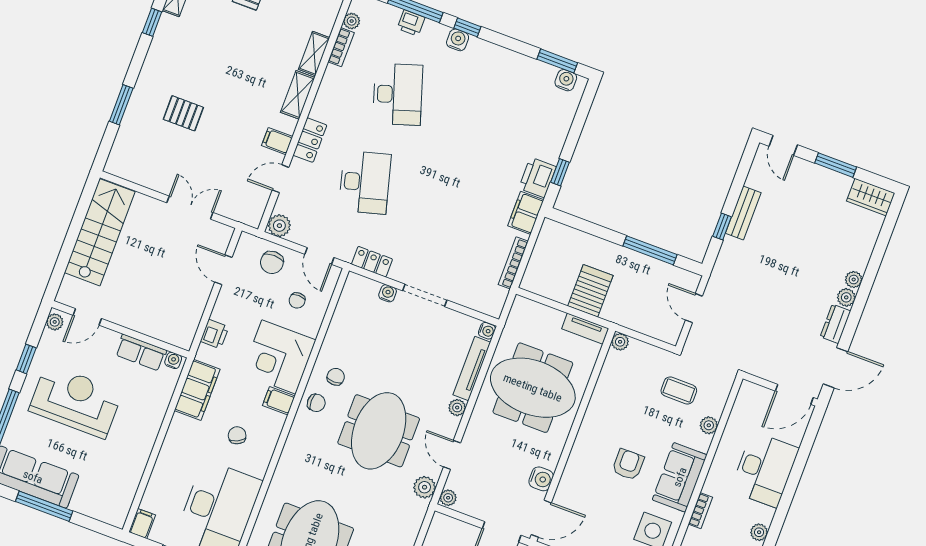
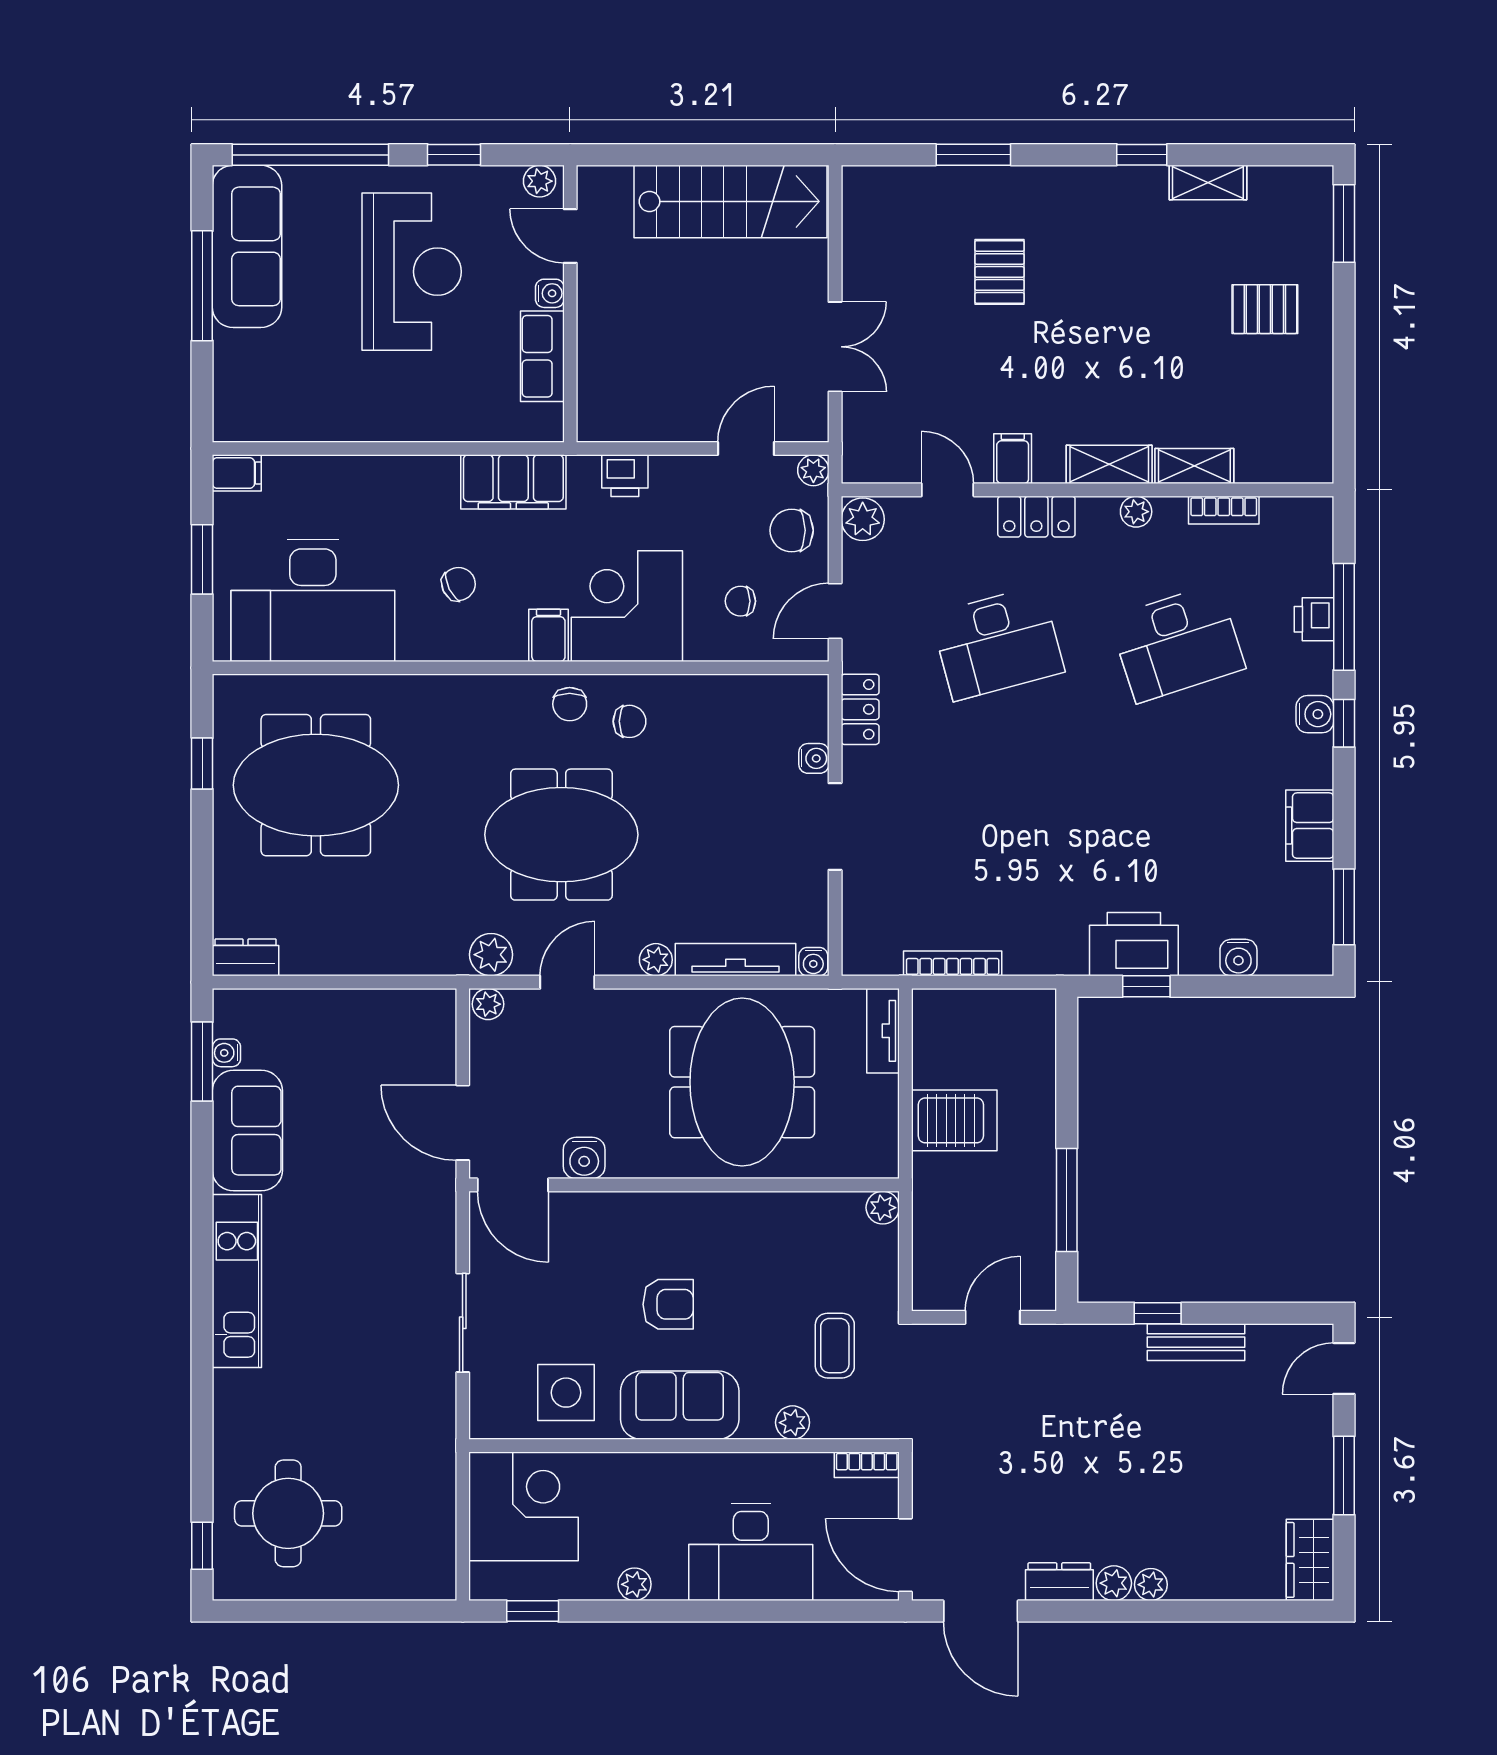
plant: (352, 21) -> (1136, 512), moved
water cooler: (566, 80) -> (1238, 958), moved, turned 90
printer: (537, 177) -> (1134, 944), width x1.37, depth x1.19
filing cabinet: (526, 213) -> (1310, 826), moved, turned -90
plant: (246, 241) -> (813, 470), added
tv unit: (585, 329) -> (883, 1031), moved
water cooler: (173, 360) -> (550, 293), moved
bookcase: (700, 511) -> (867, 1465), moved

